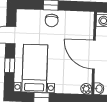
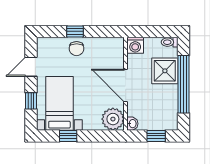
plant: (86, 89) -> (113, 119), width x1.87, depth x1.87

